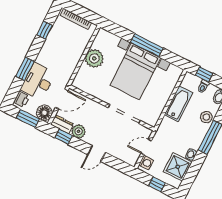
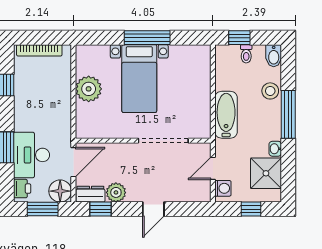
bed with nightstands: (135, 71) -> (139, 79), width x0.73
bathtub: (179, 104) -> (226, 115), moved

